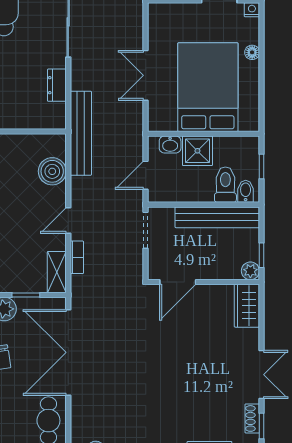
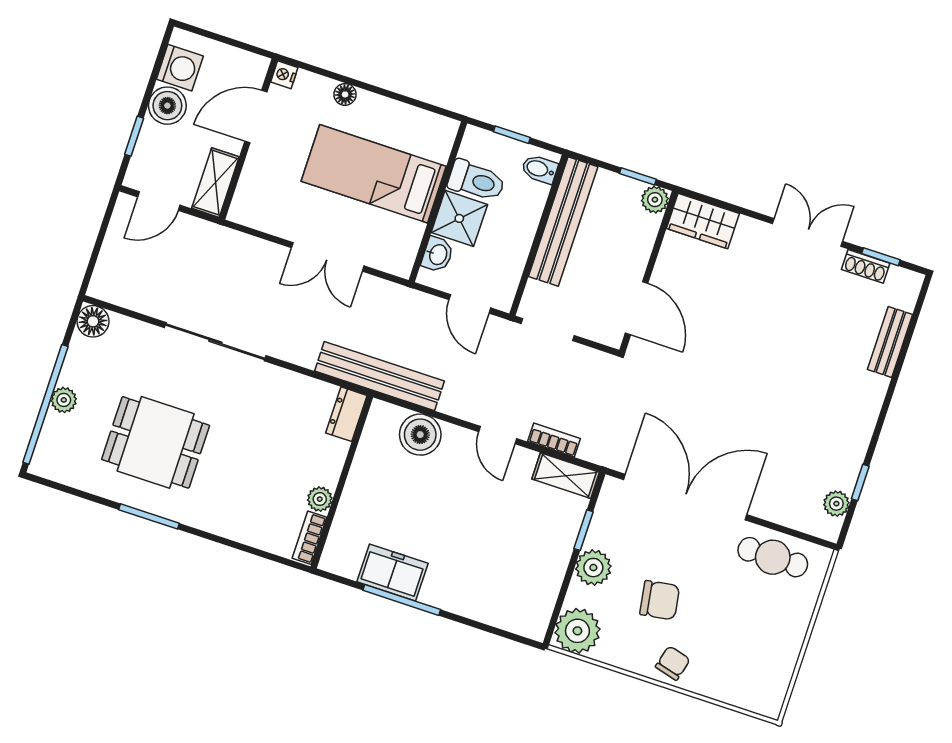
dresser: (57, 85) -> (346, 414), moved, turned 90
bed: (208, 87) -> (374, 174), width x0.67
toilet: (225, 185) -> (476, 181), moved, turned 180
double door: (68, 352) -> (685, 497), swing flipped

